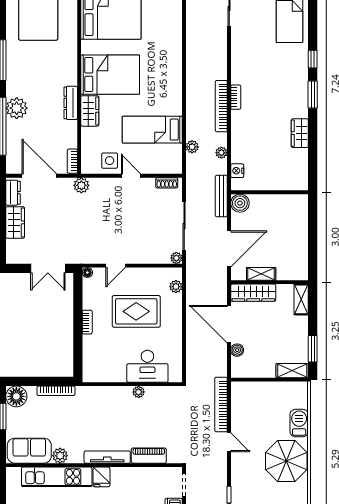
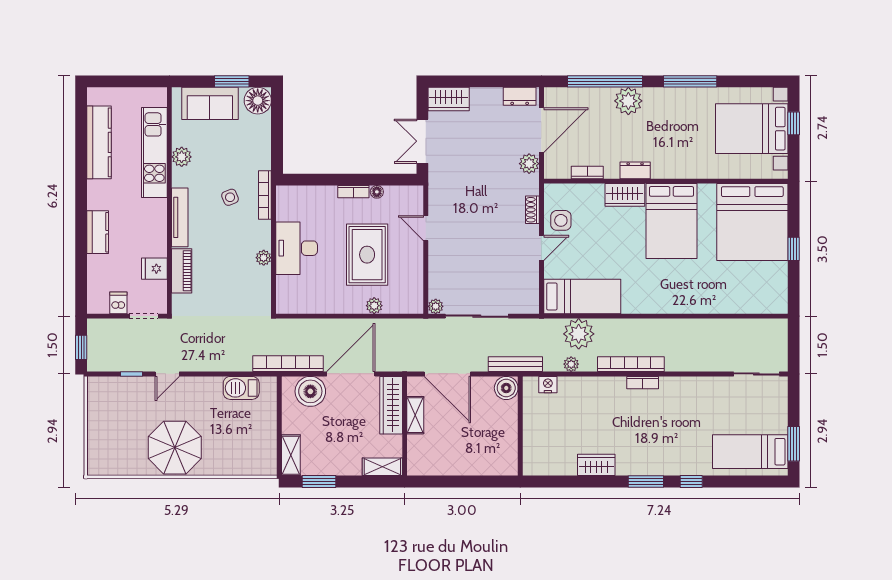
dresser: (71, 103) -> (635, 170), width x0.70
bed: (152, 130) -> (582, 297), moved, turned 90
plant: (192, 147) -> (579, 334), width x1.87, depth x1.87
bookcase: (72, 161) -> (587, 173), moved
shoe rack: (167, 183) -> (532, 210), moved
plant: (81, 185) -> (529, 164), moved
wardrobe: (15, 222) -> (449, 99), moved
floor lamp: (87, 273) -> (377, 192), moved
plant: (176, 287) -> (374, 306), moved
boiler: (237, 350) -> (310, 391), width x1.86, depth x1.86
desk: (147, 366) -> (297, 248), moved
bookcase: (56, 391) -> (265, 195), moved
bookcase: (221, 405) -> (288, 364), moved
side table: (92, 418) -> (230, 197), added
barbecue: (299, 423) -> (241, 388), moved, turned 180
door: (229, 442) -> (167, 374), moved
sofa: (29, 451) -> (210, 103), moved, turned 90
fridge: (101, 477) -> (154, 269), moved

